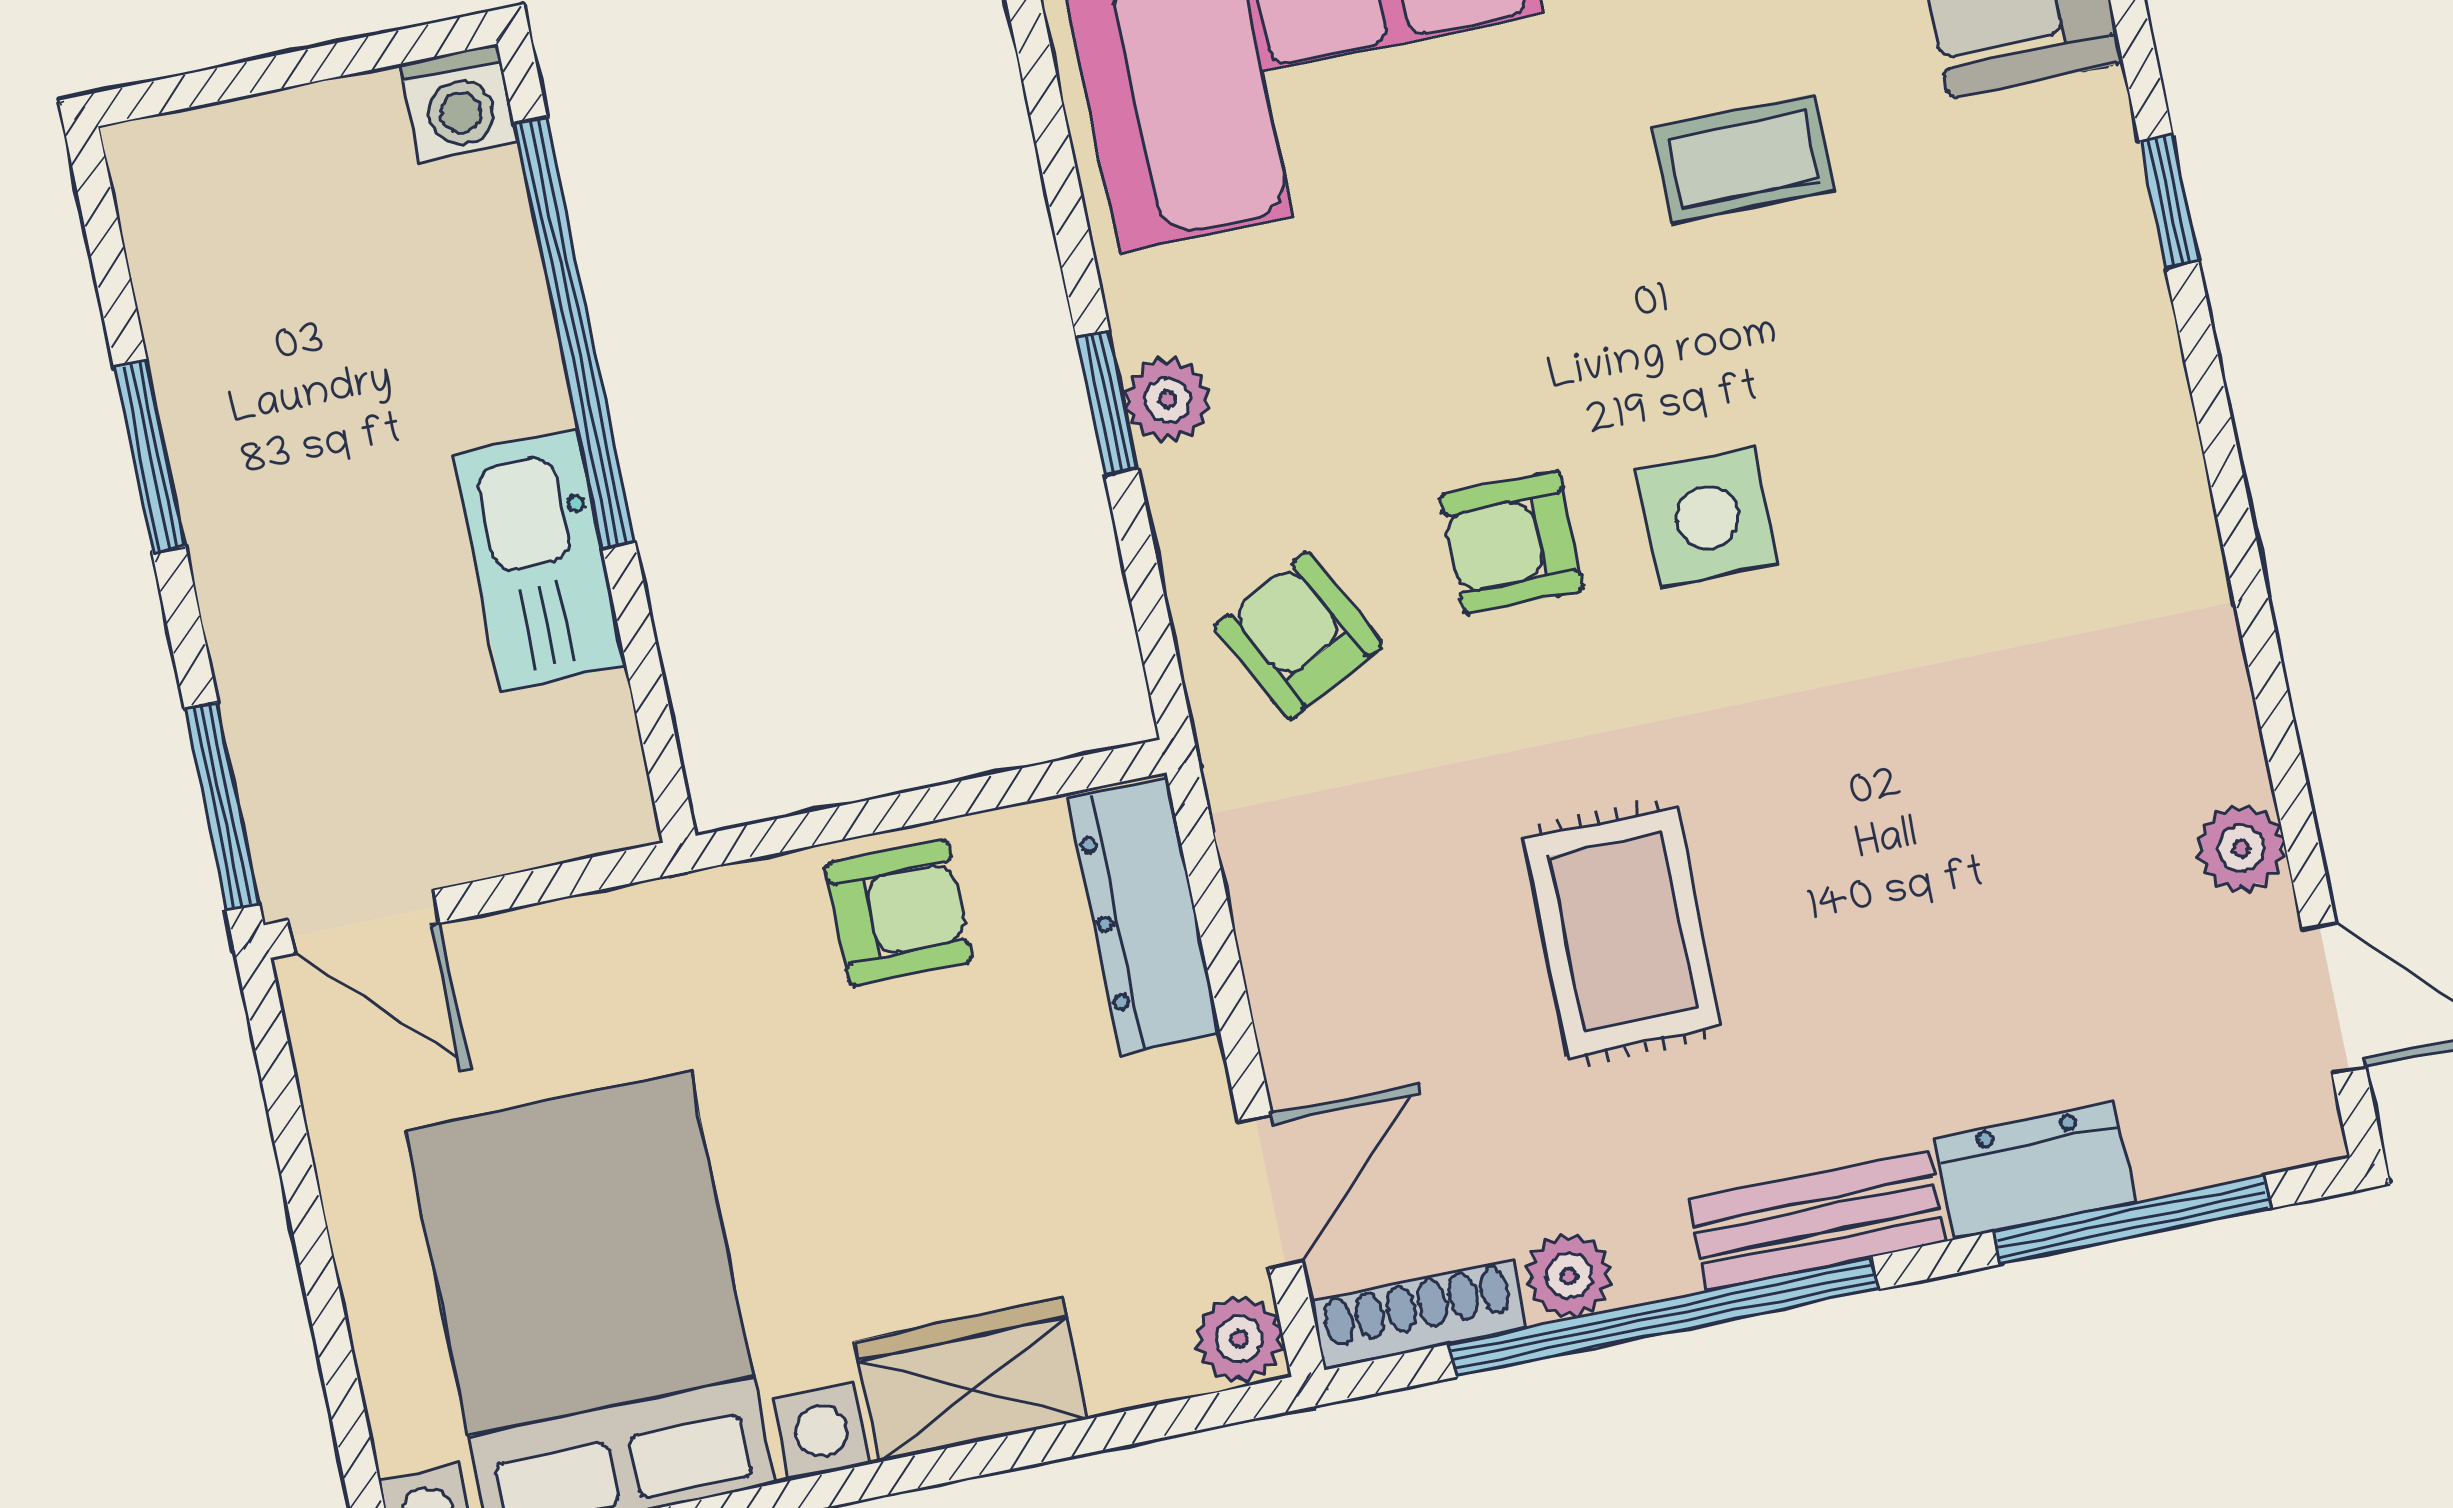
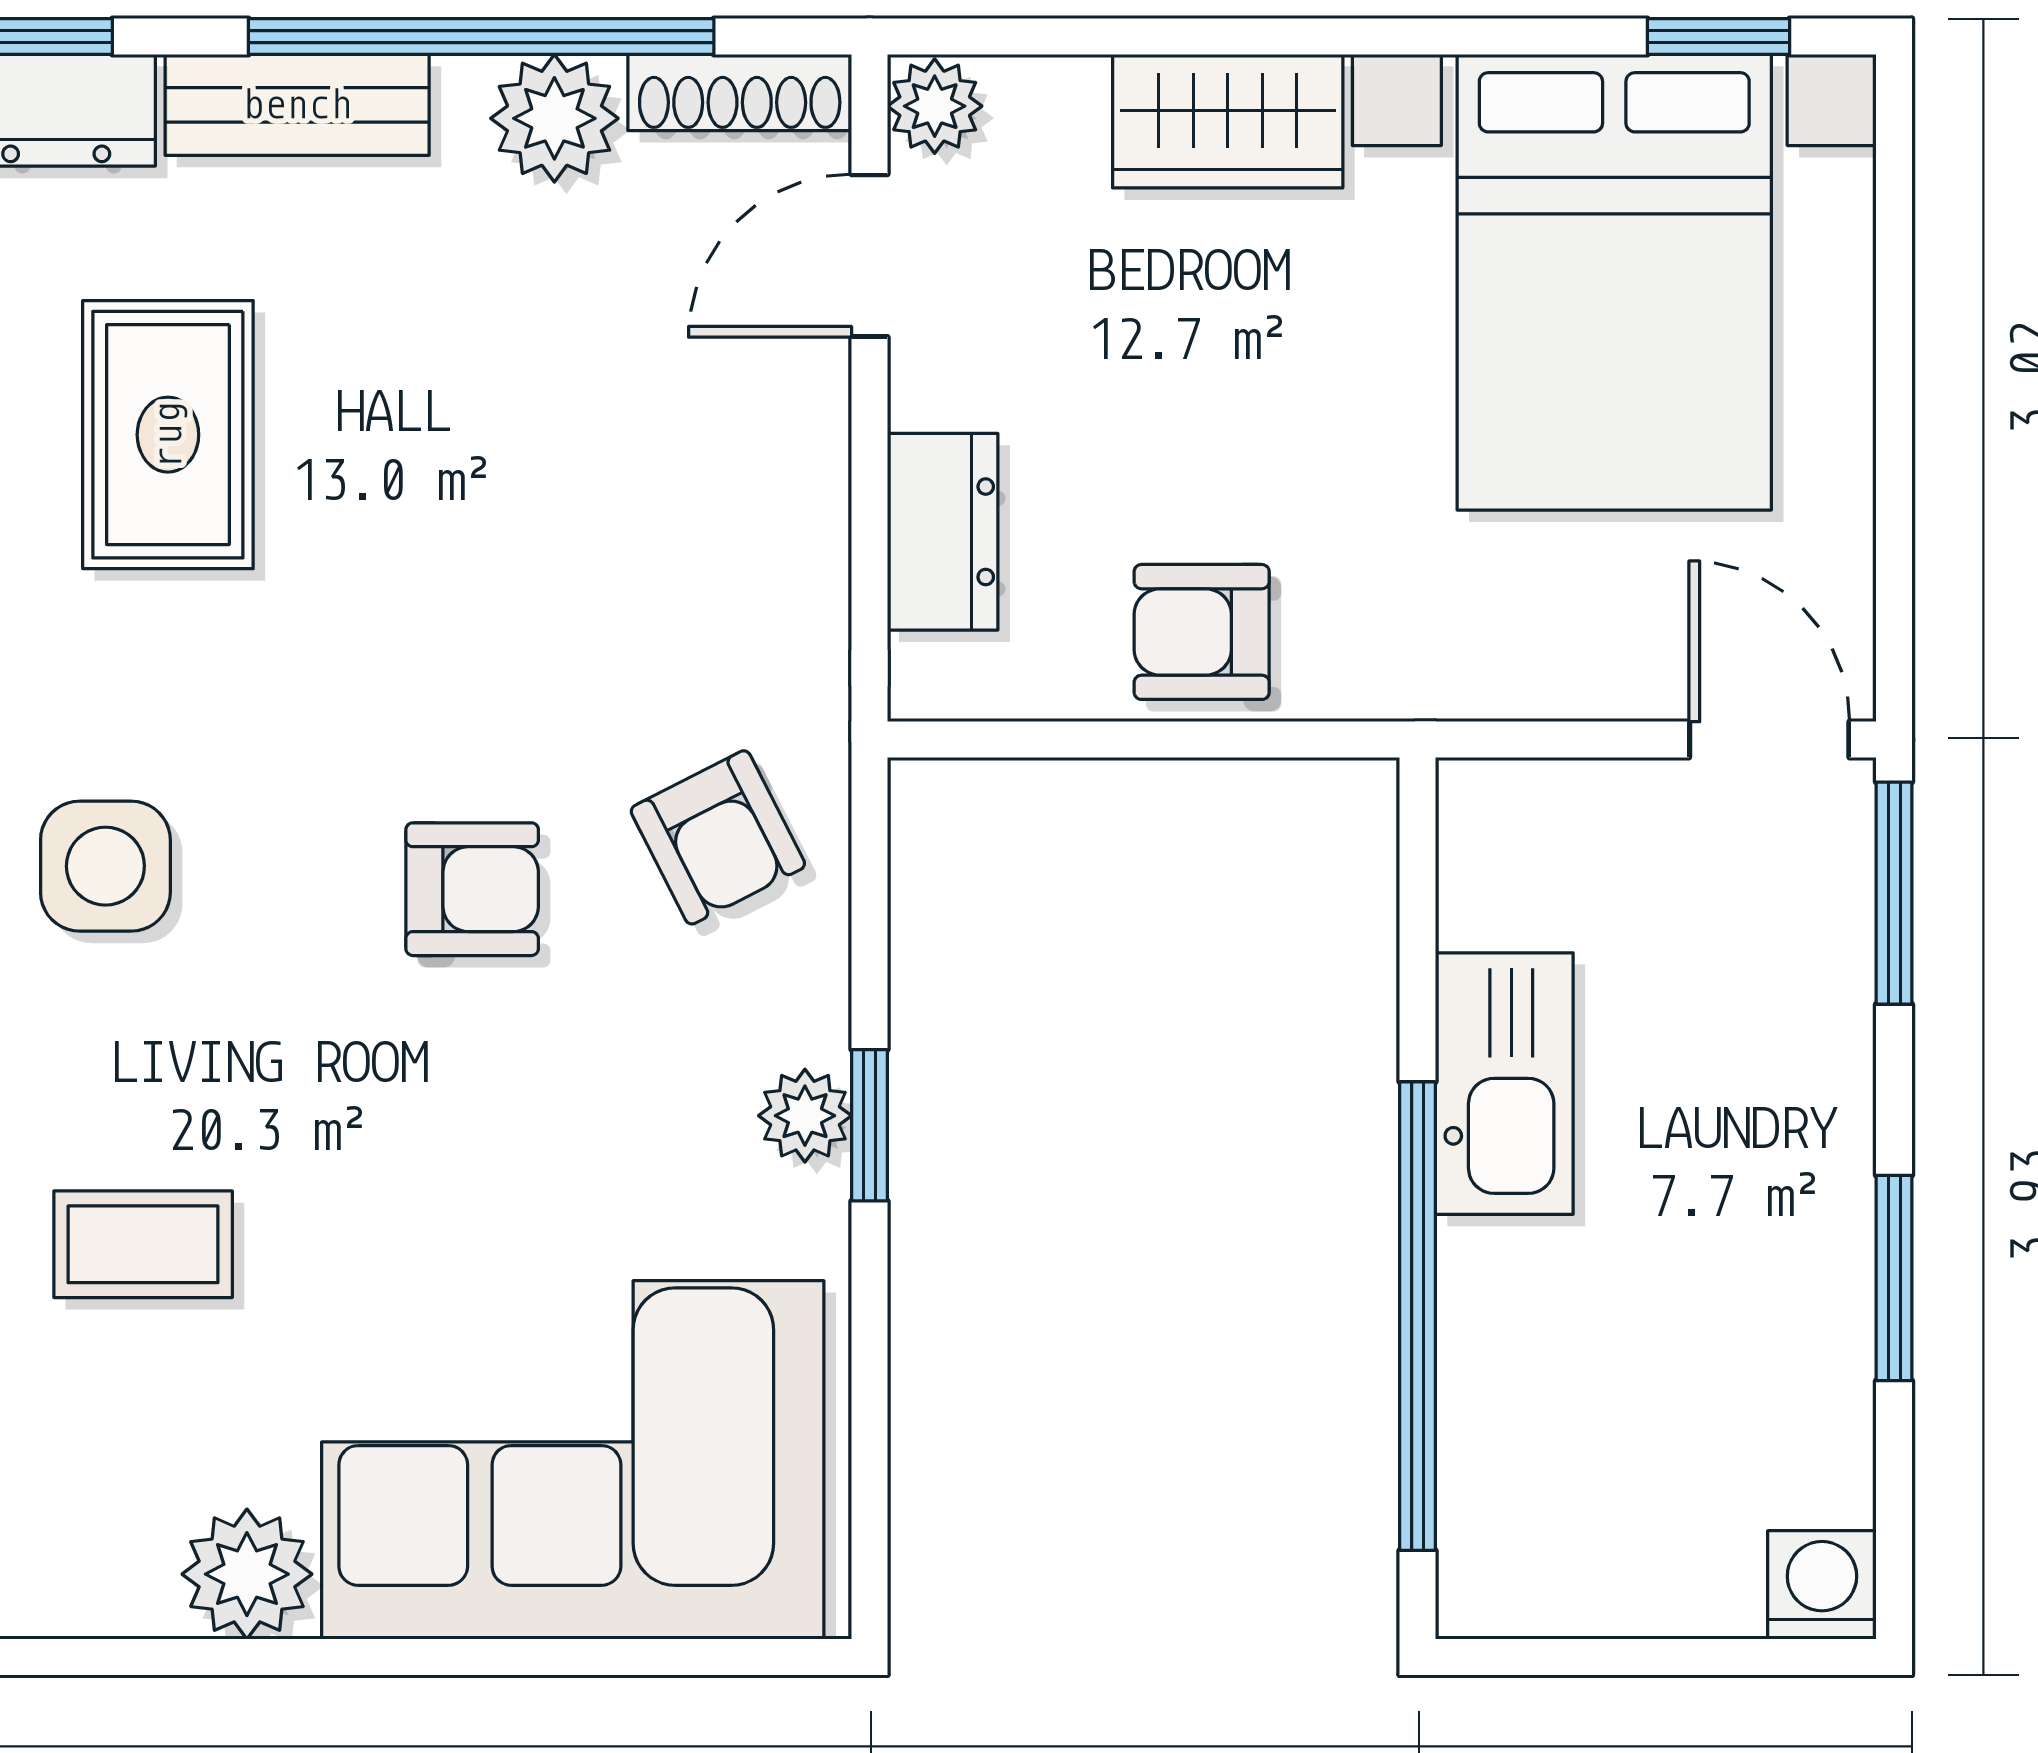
washing machine: (459, 103) -> (1822, 1585), moved
side table: (1708, 517) -> (105, 866), moved
dresser: (1144, 916) -> (943, 532), width x0.70
rug: (1622, 932) -> (168, 435), moved
plant: (1569, 1276) -> (554, 118), width x1.38, depth x1.38

